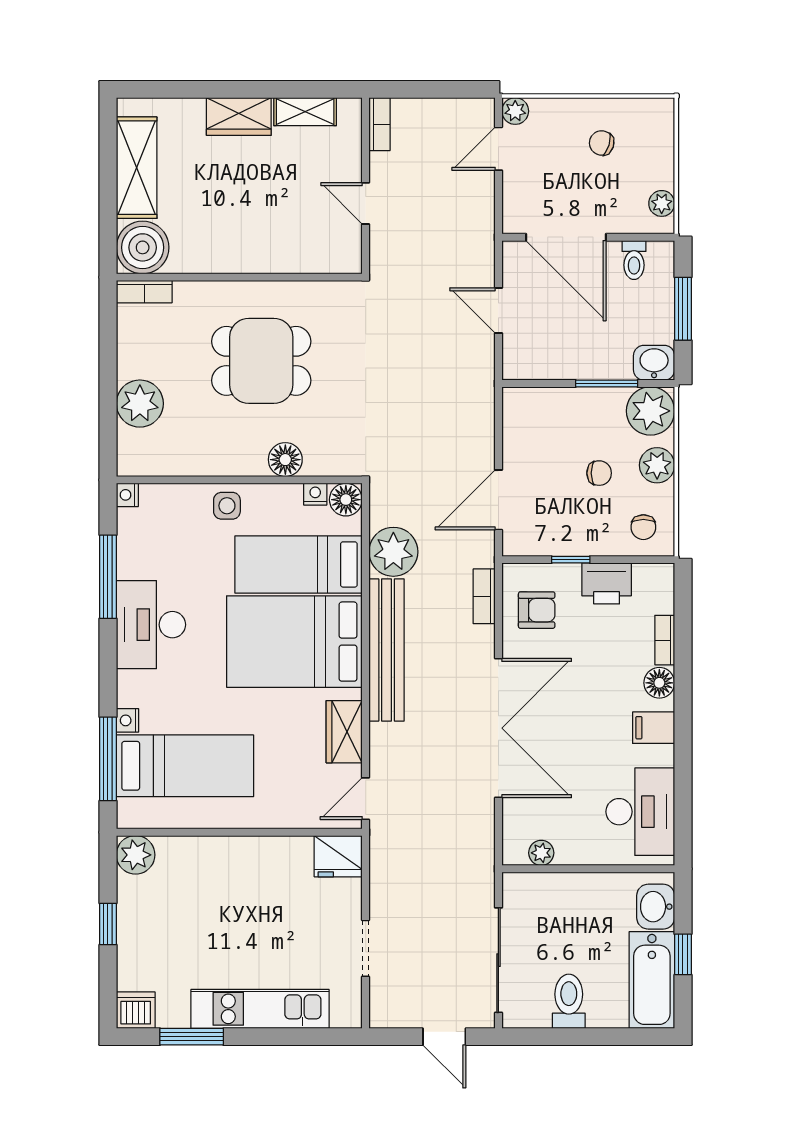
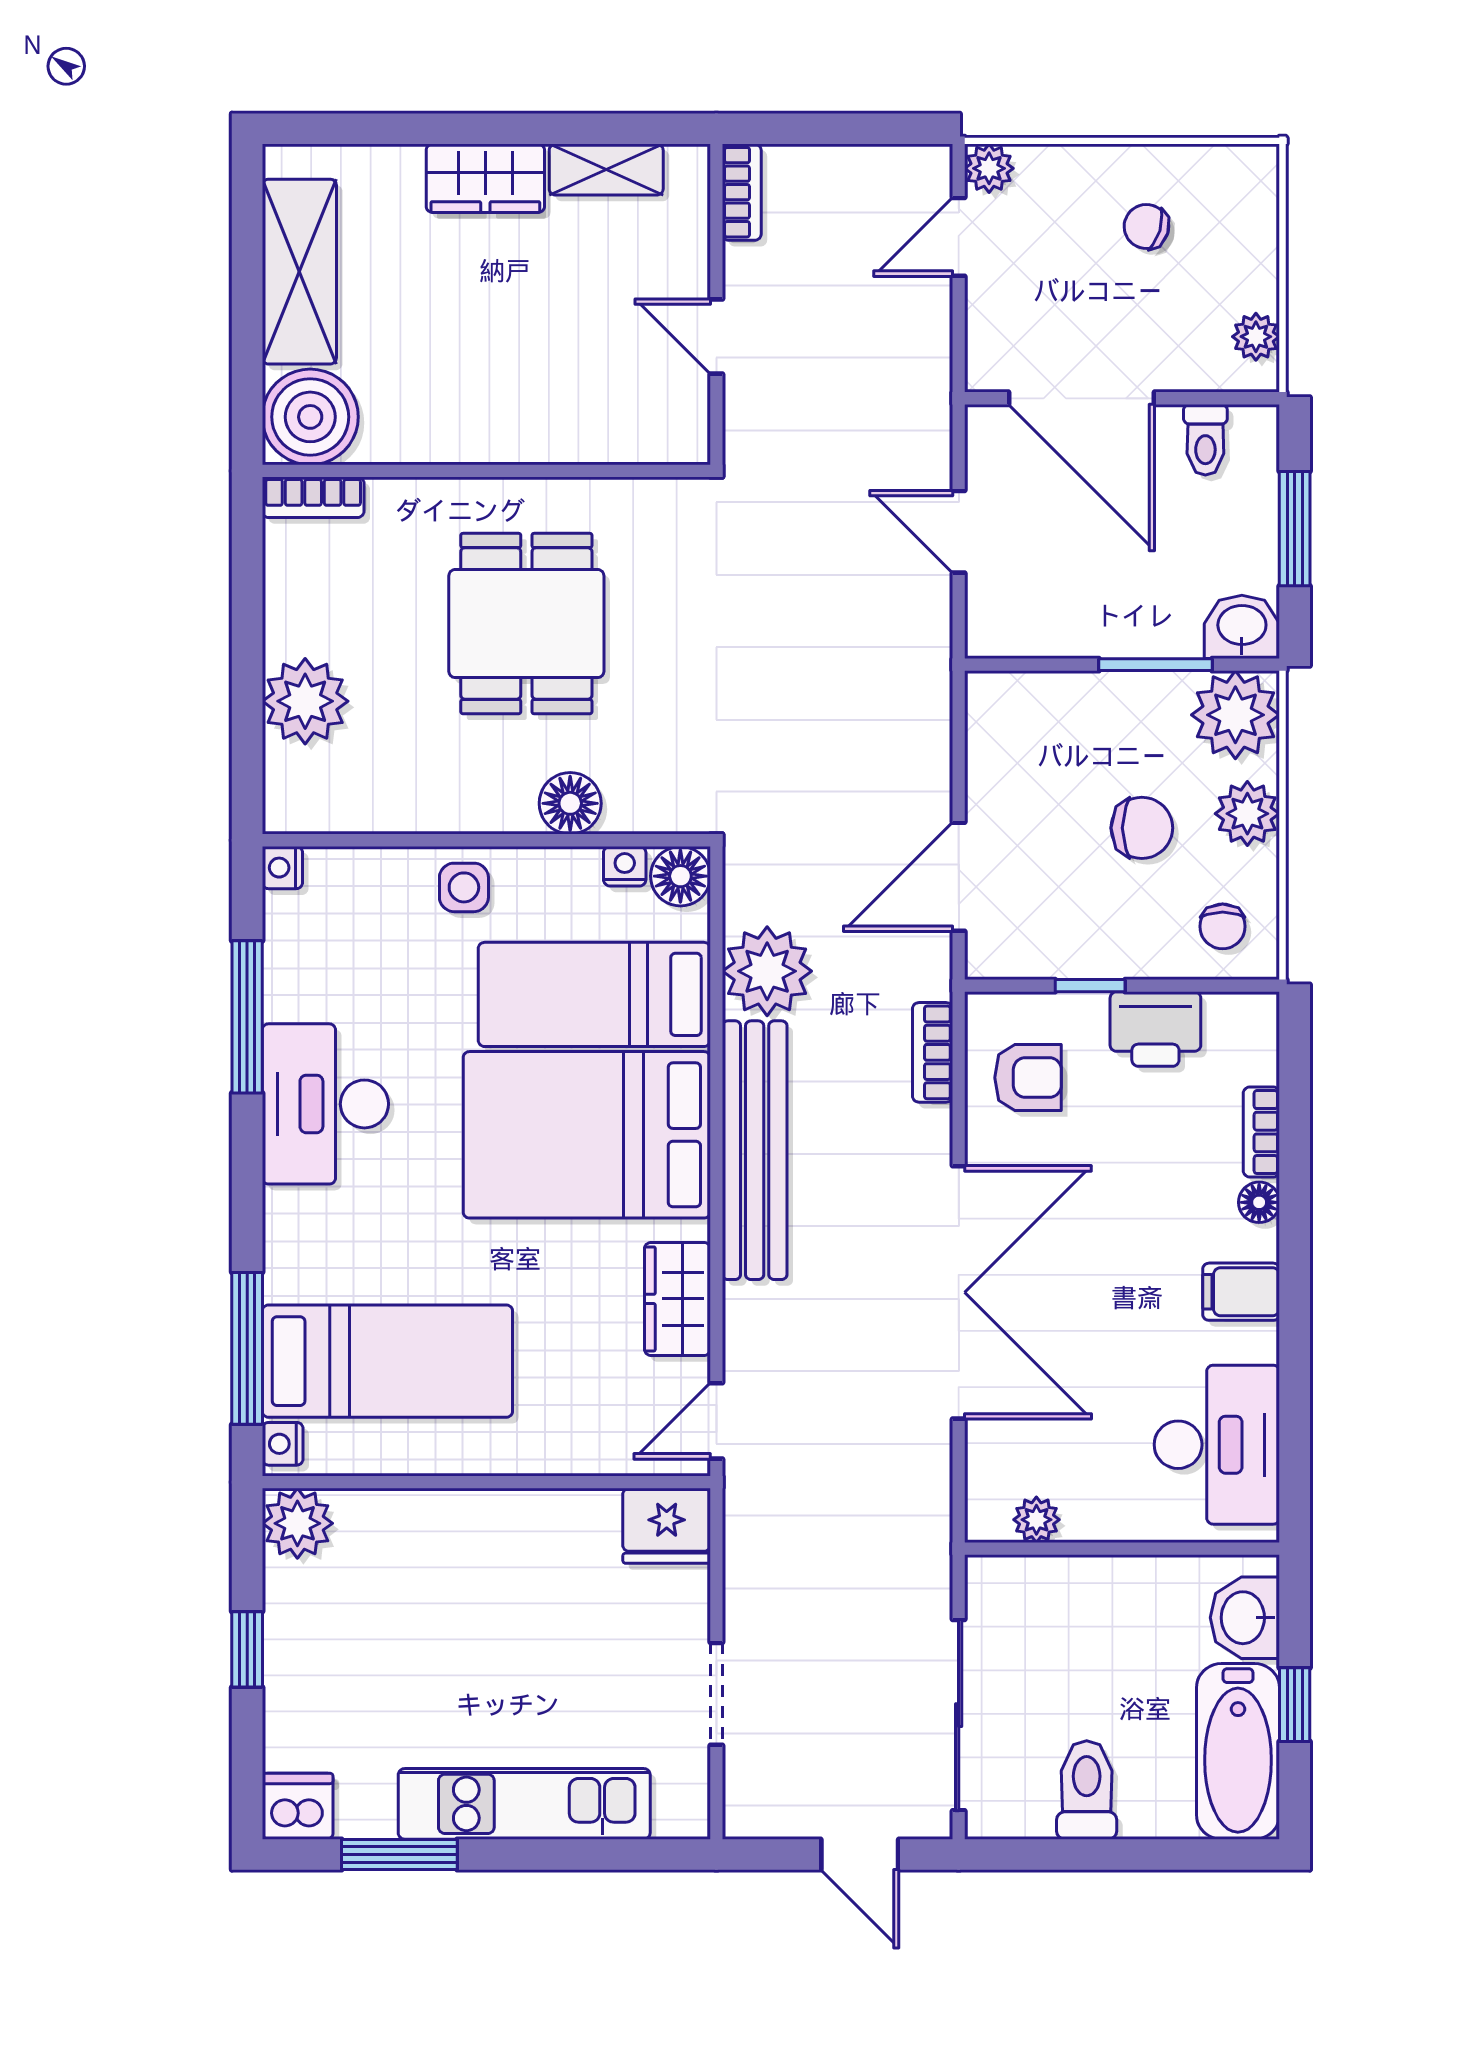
dining table: (261, 361) -> (526, 624), turned 90
chair: (599, 473) -> (1142, 828), width x1.37, depth x1.37
floor lamp: (659, 683) -> (1259, 1202), width x0.73, depth x0.73
nightstand: (127, 720) -> (283, 1444), moved

